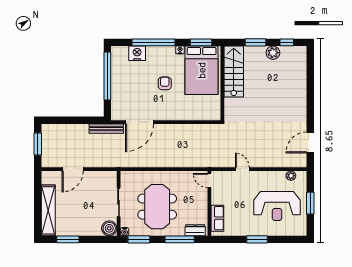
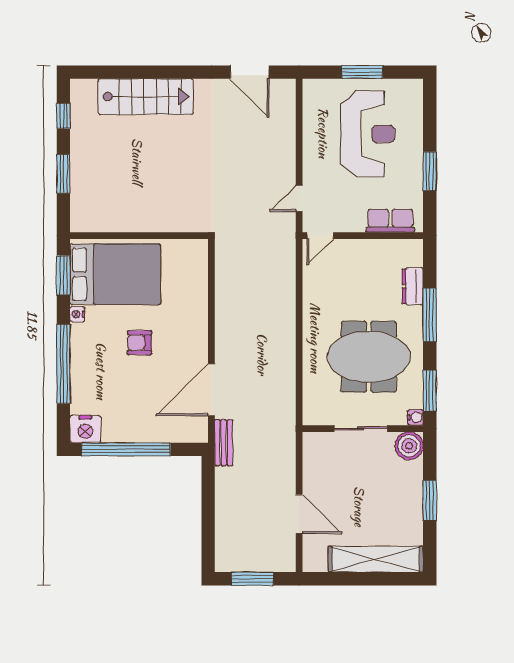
nightstand: (137, 53) -> (85, 429), moved, turned -90
plant: (273, 53) -> (82, 142), removed
stairs: (234, 71) -> (146, 97), moved, turned 180
door: (139, 122) -> (211, 390), swing flipped
bench: (106, 129) -> (224, 443), width x0.73
plant: (291, 176) -> (311, 108), removed
door: (209, 181) -> (320, 236), moved
wall: (209, 203) -> (363, 236), moved
row of seats: (217, 218) -> (390, 221), moved
window: (68, 239) -> (430, 500), moved

